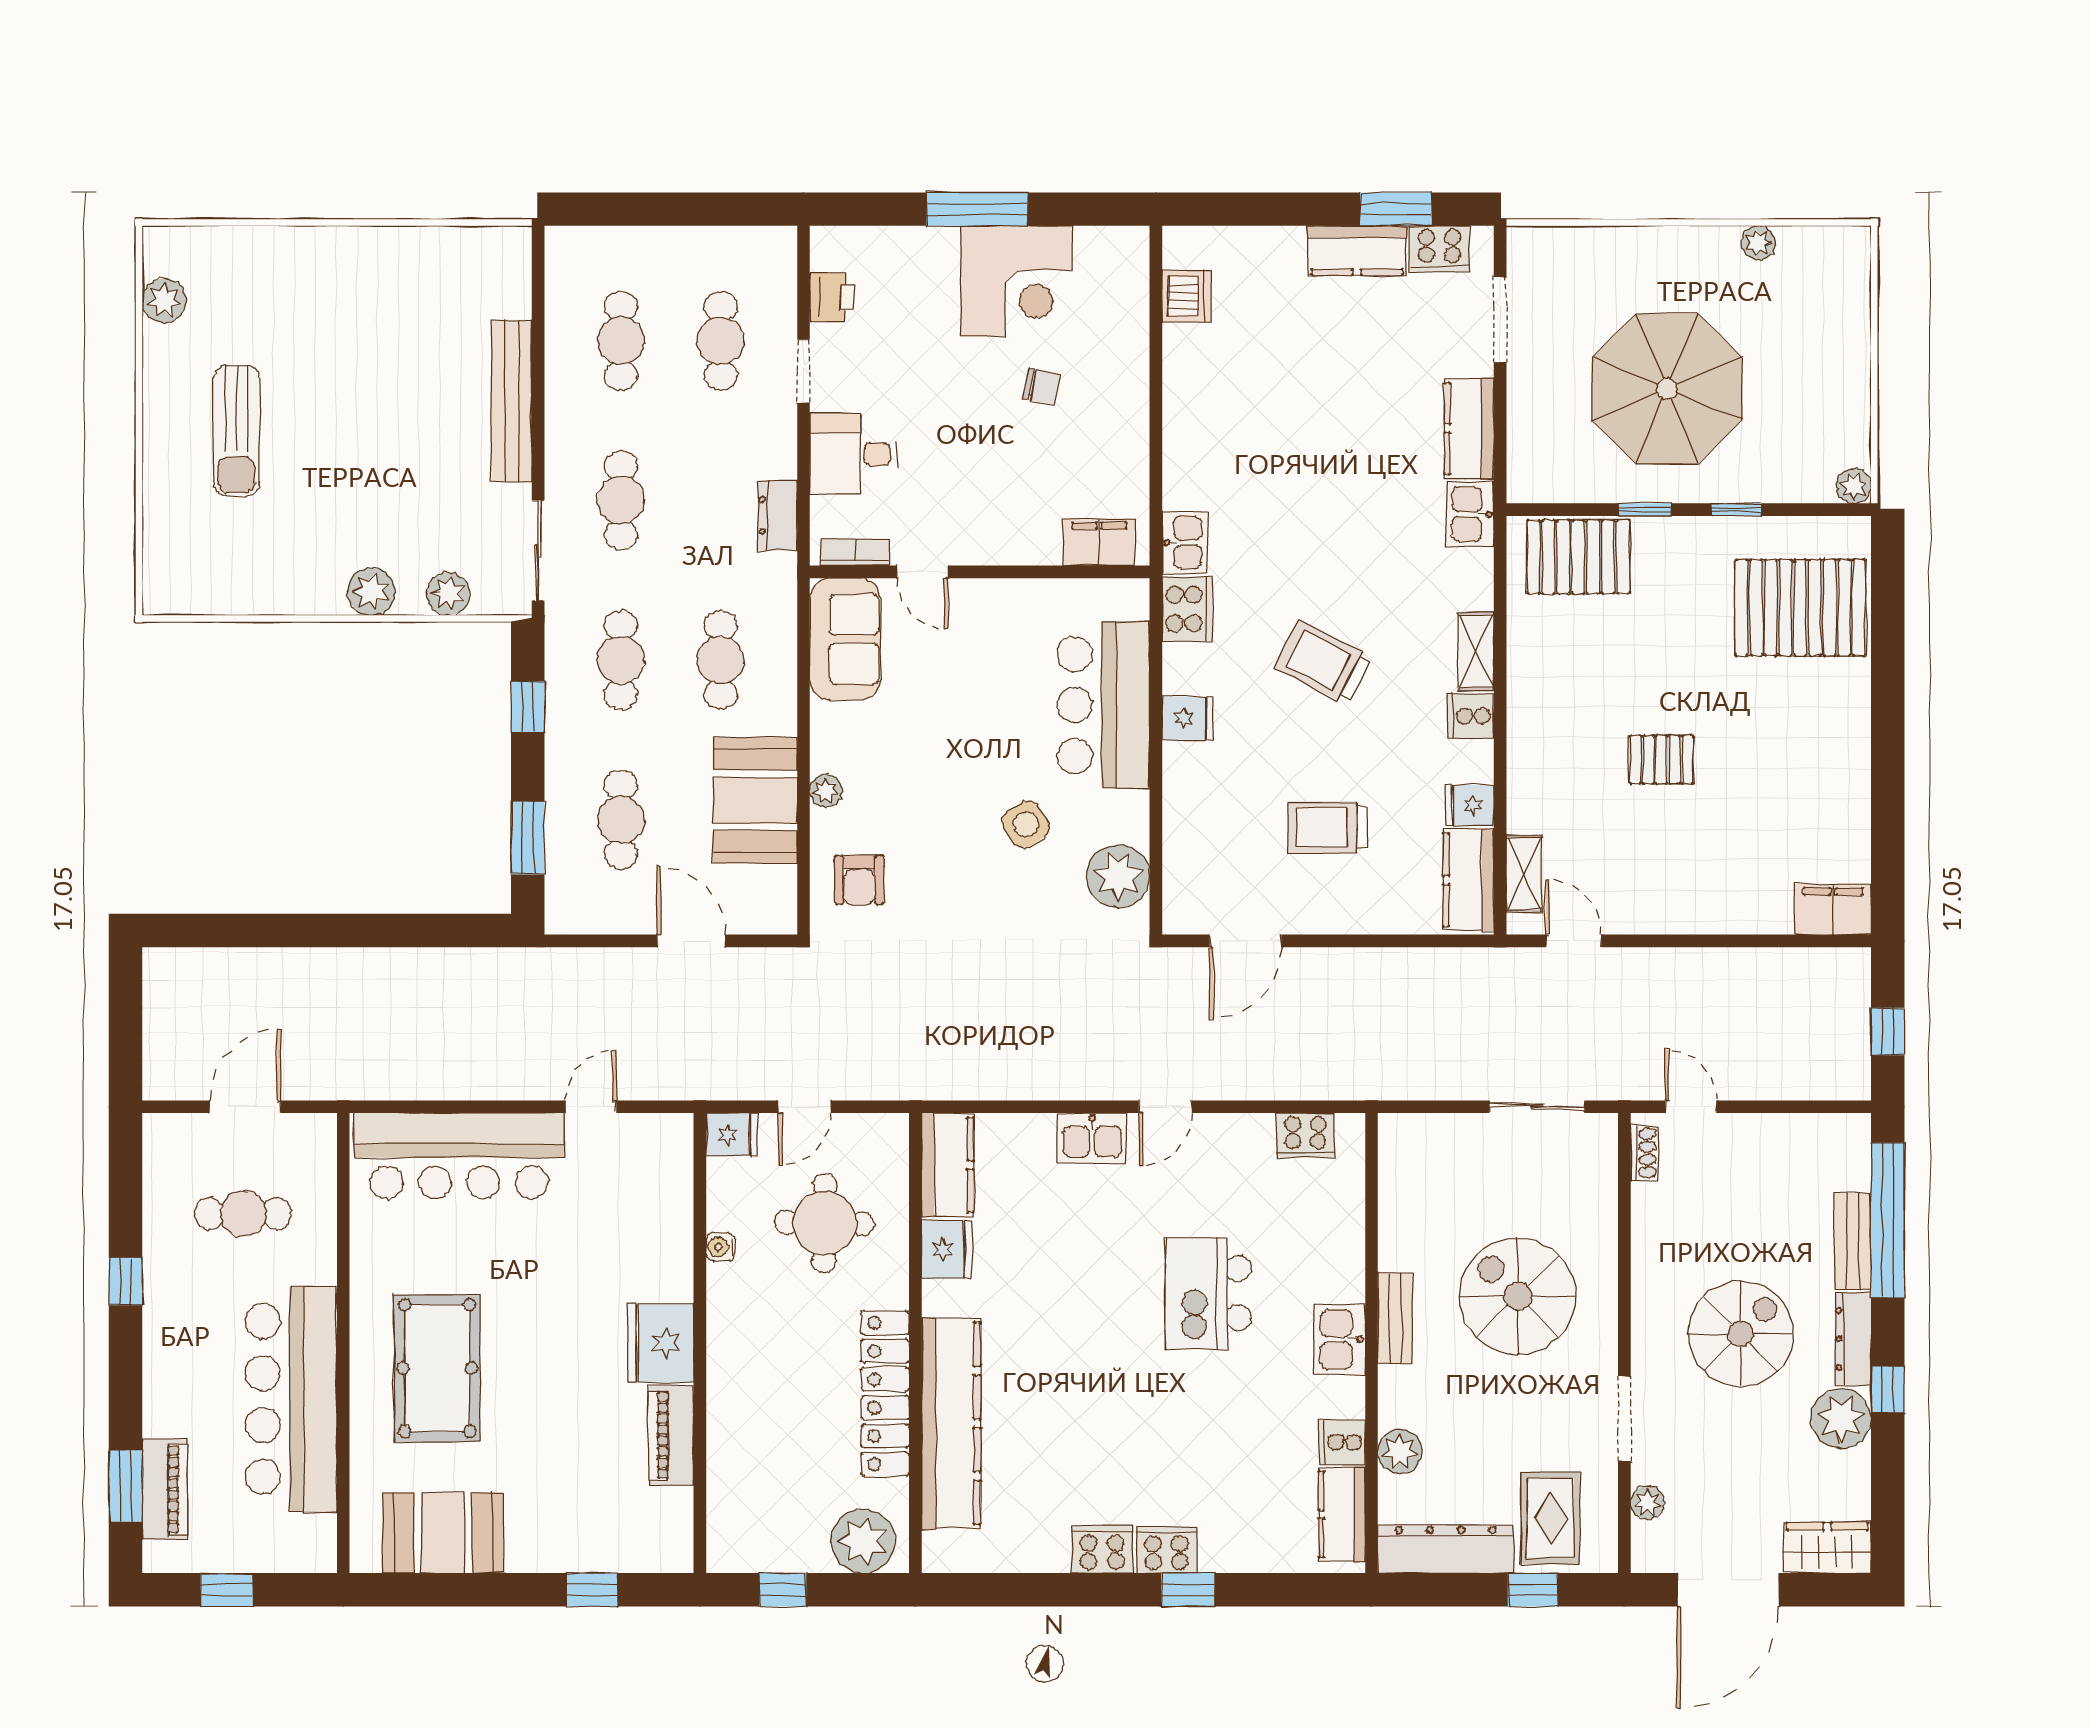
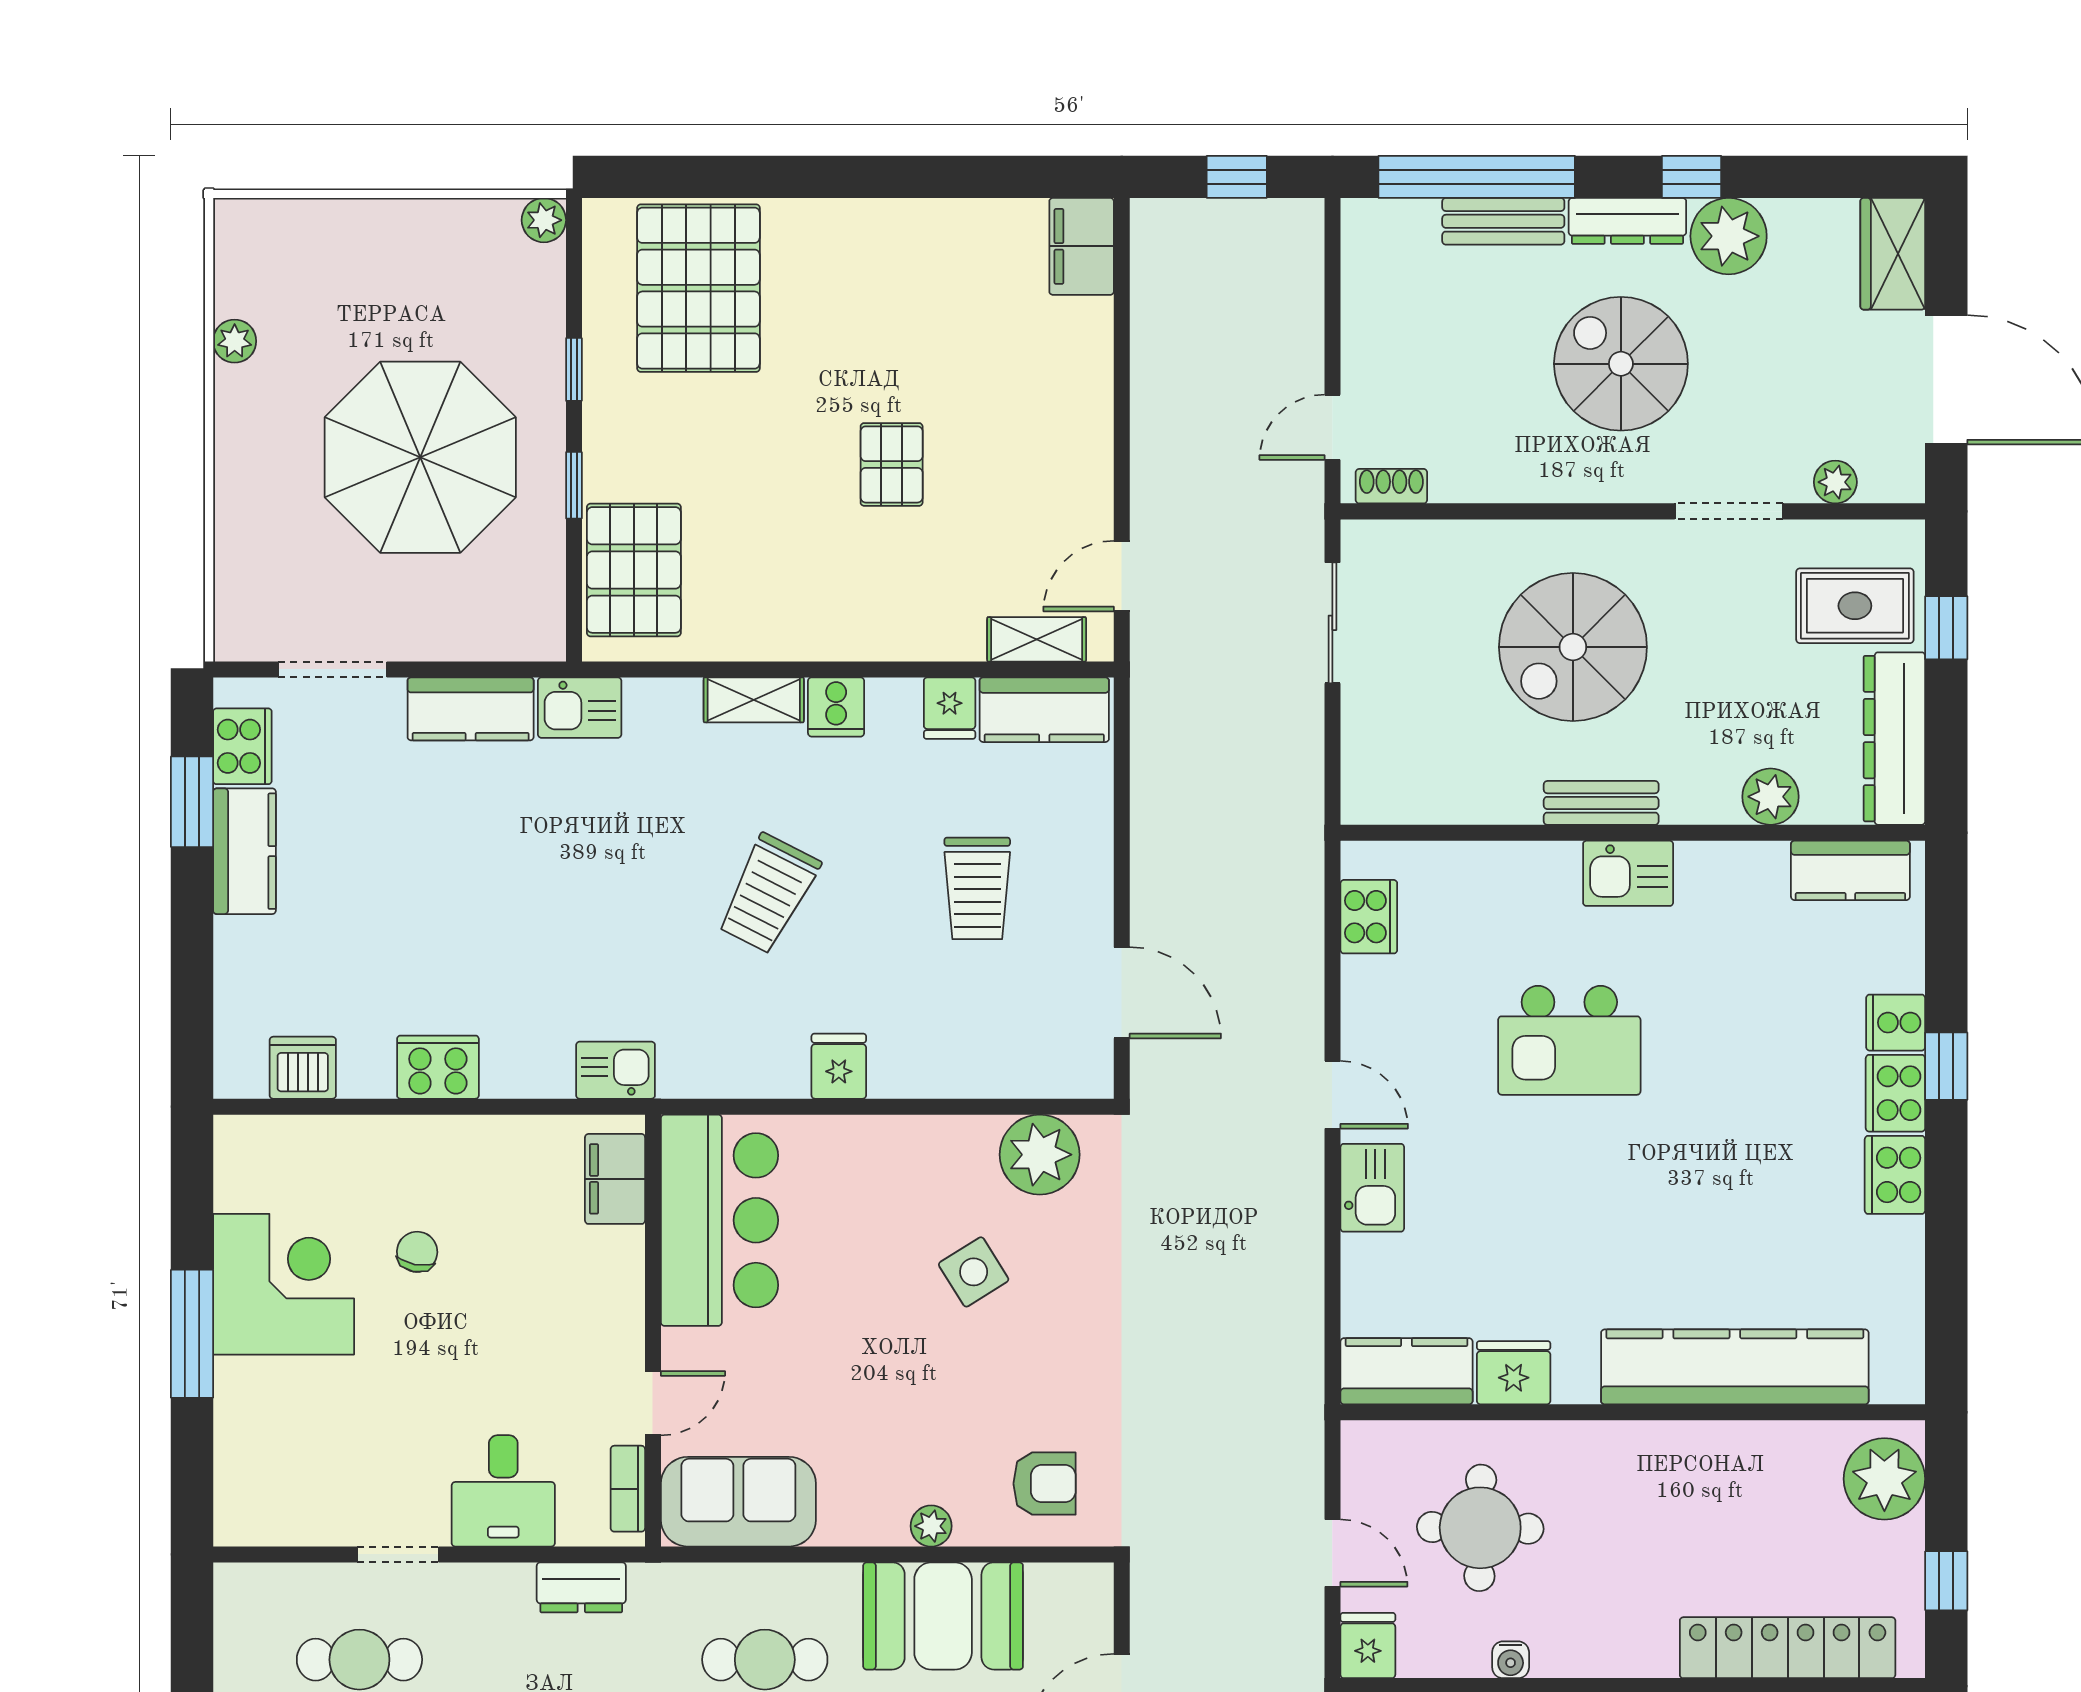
printer: (832, 297) -> (304, 1518), removed
cooker: (1187, 609) -> (438, 1067), moved
bar counter: (1103, 705) -> (720, 1220), moved, turned -90
locker: (885, 1394) -> (1788, 1648), moved, turned 180
cooker: (1342, 1442) -> (1896, 1023), moved, turned 90

